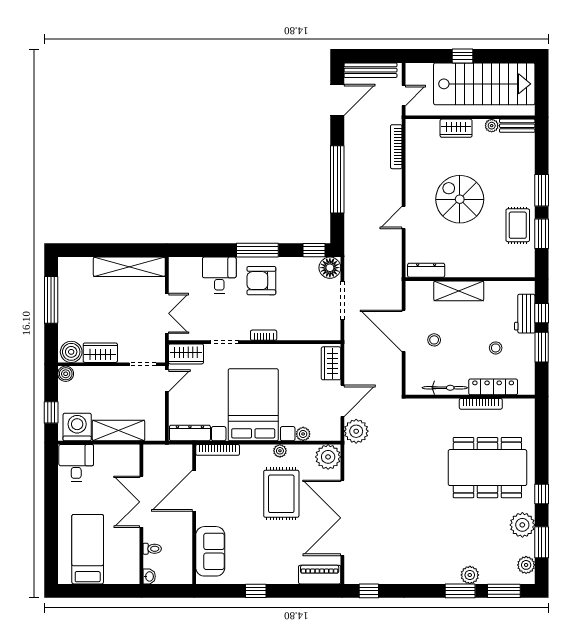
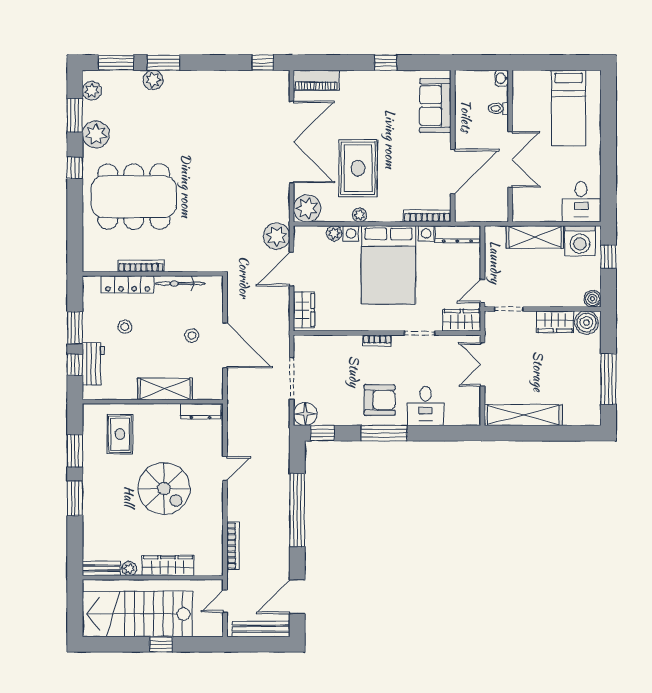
wardrobe: (456, 128) -> (168, 566), width x1.50
rug: (518, 225) -> (120, 434), moved

